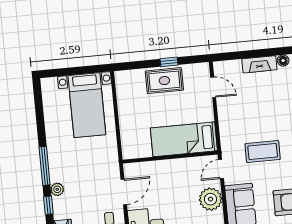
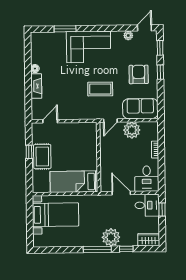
bed: (184, 139) -> (74, 182), moved, turned 90
coffee table: (263, 152) -> (100, 89), turned 90
door: (221, 169) -> (110, 121), hinge flipped
plant: (57, 189) -> (111, 237), width x1.87, depth x1.87

